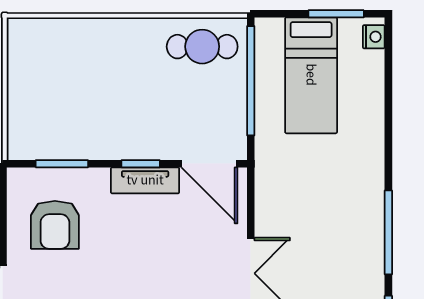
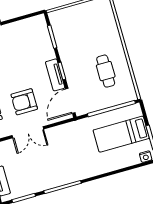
cafe table: (202, 47) -> (106, 71), moved
armchair: (55, 225) -> (24, 102), moved

